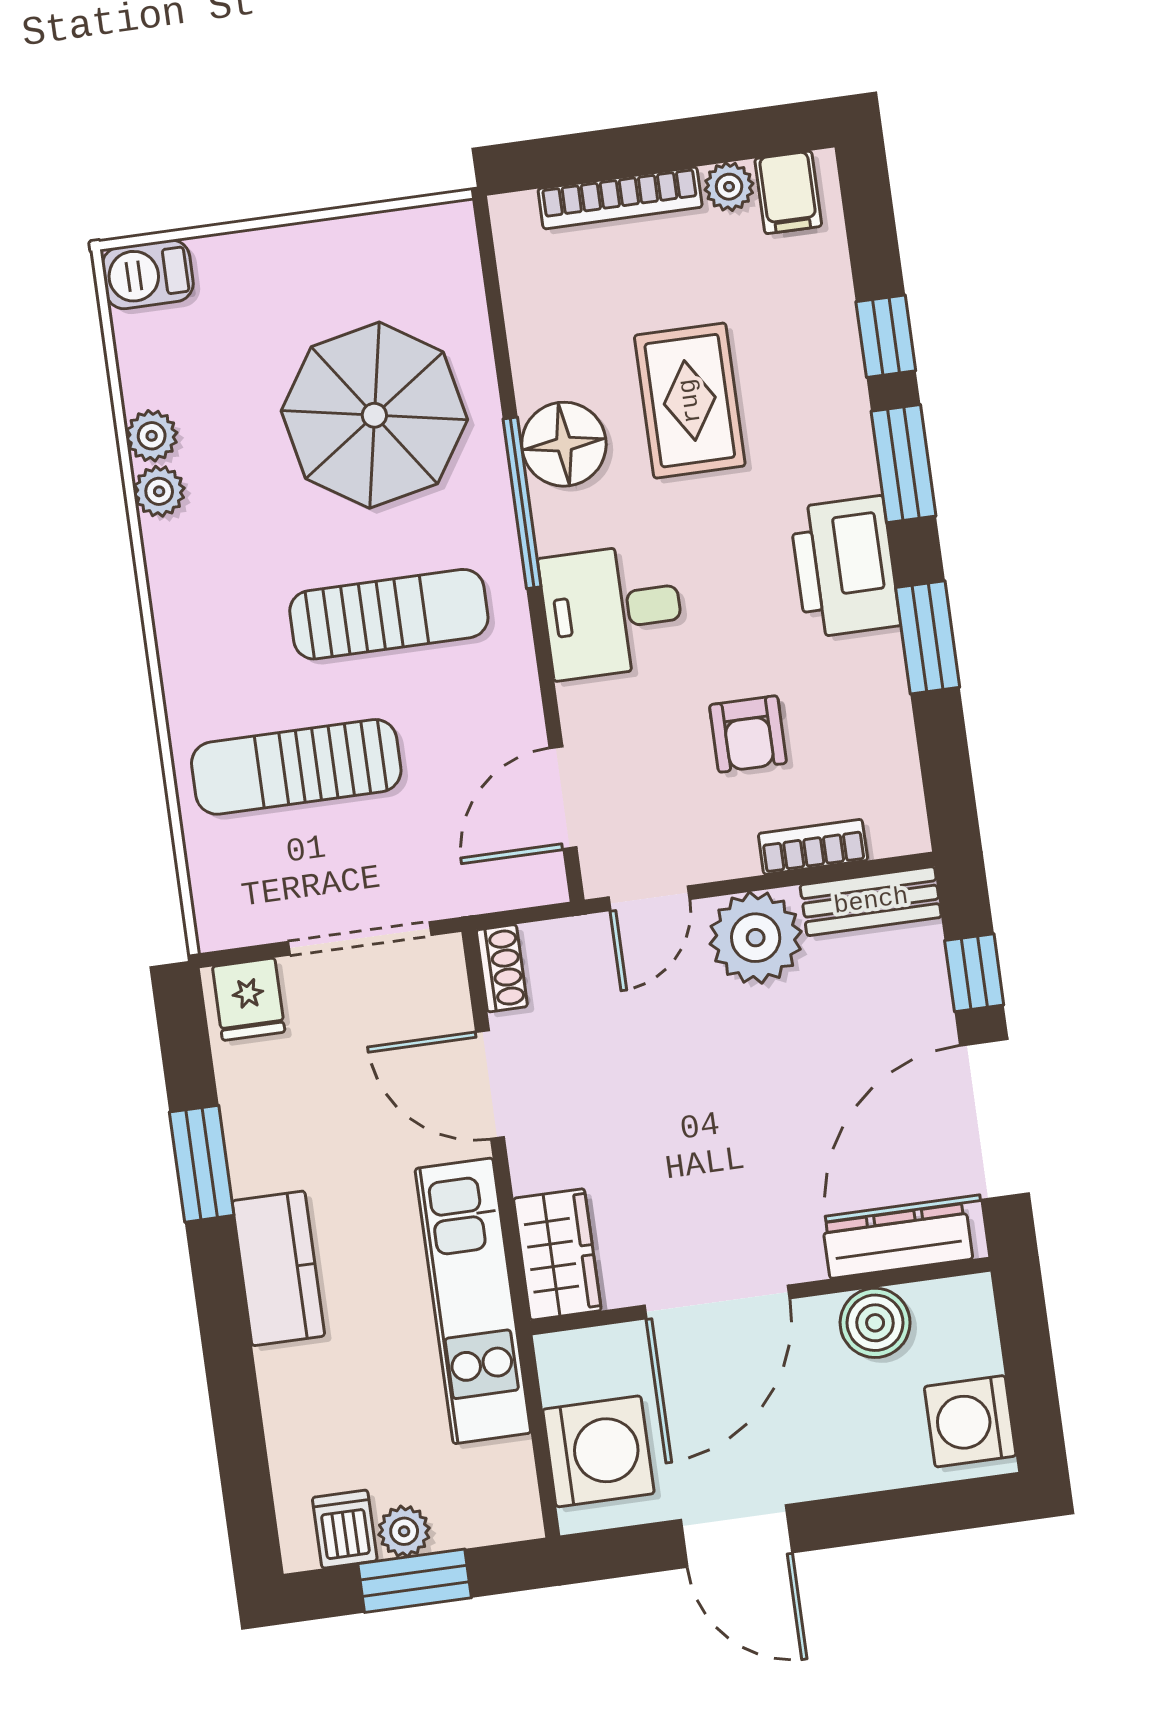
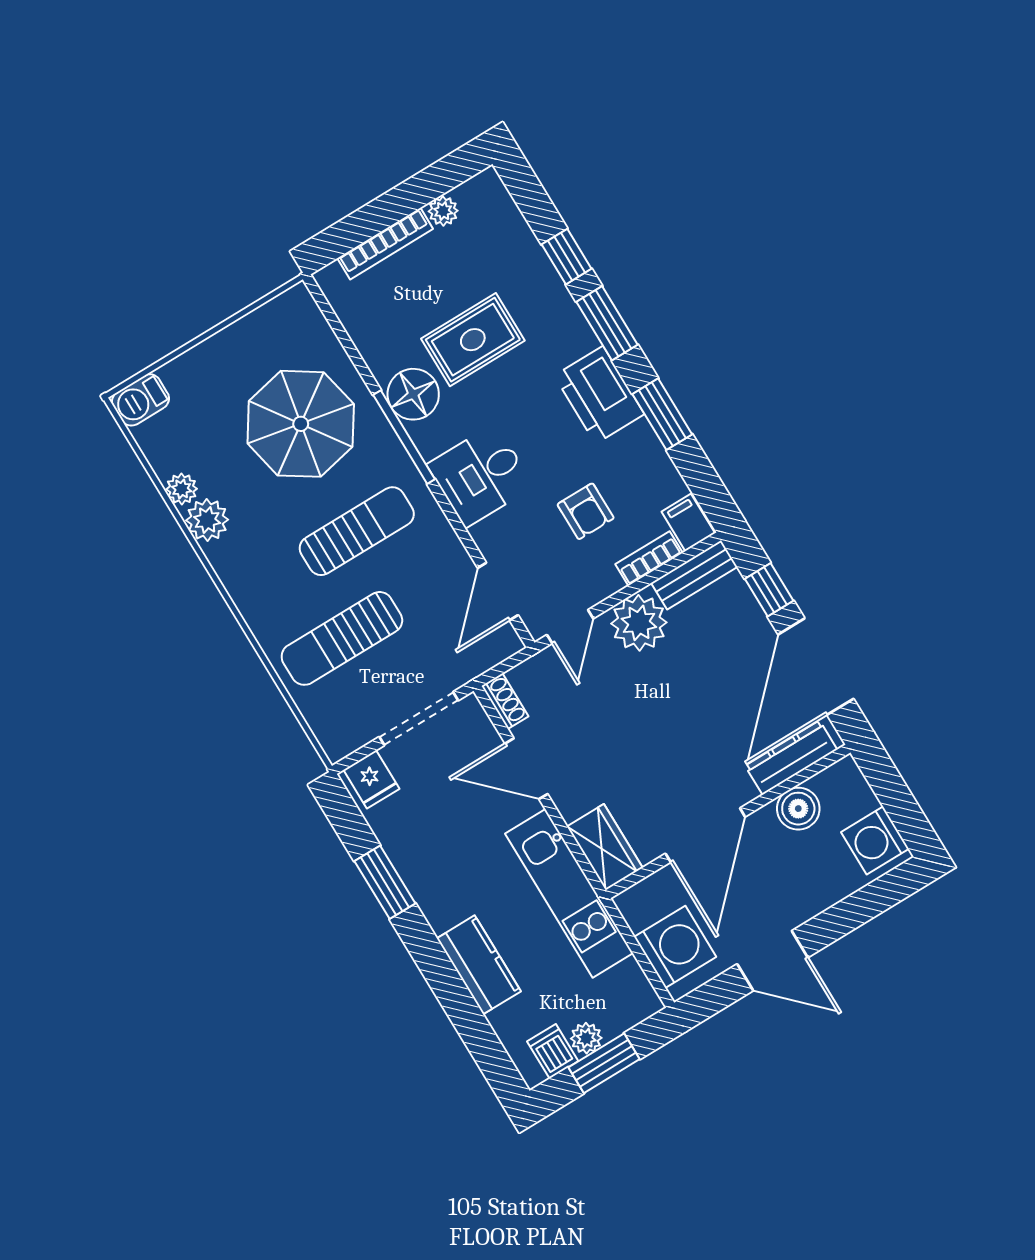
filing cabinet: (788, 192) -> (688, 522), moved, turned 180
rug: (690, 401) -> (473, 340), turned 90
plant: (159, 491) -> (207, 520), width x1.38, depth x1.38
kitchen counter: (278, 1268) -> (479, 965), moved

